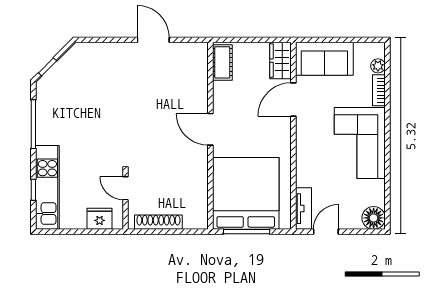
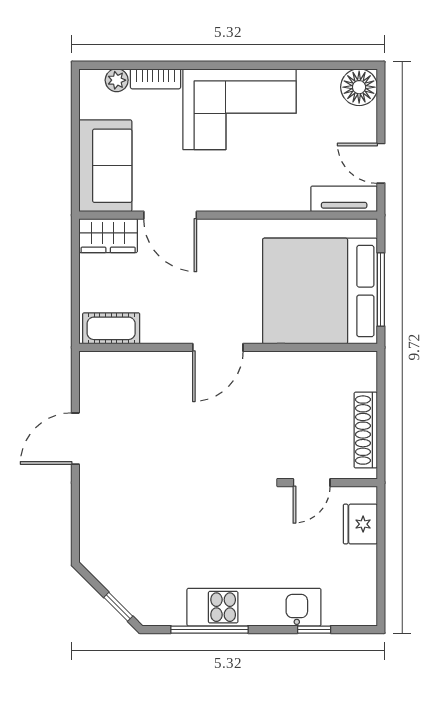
kitchen unit: (47, 187) -> (254, 607), moved

